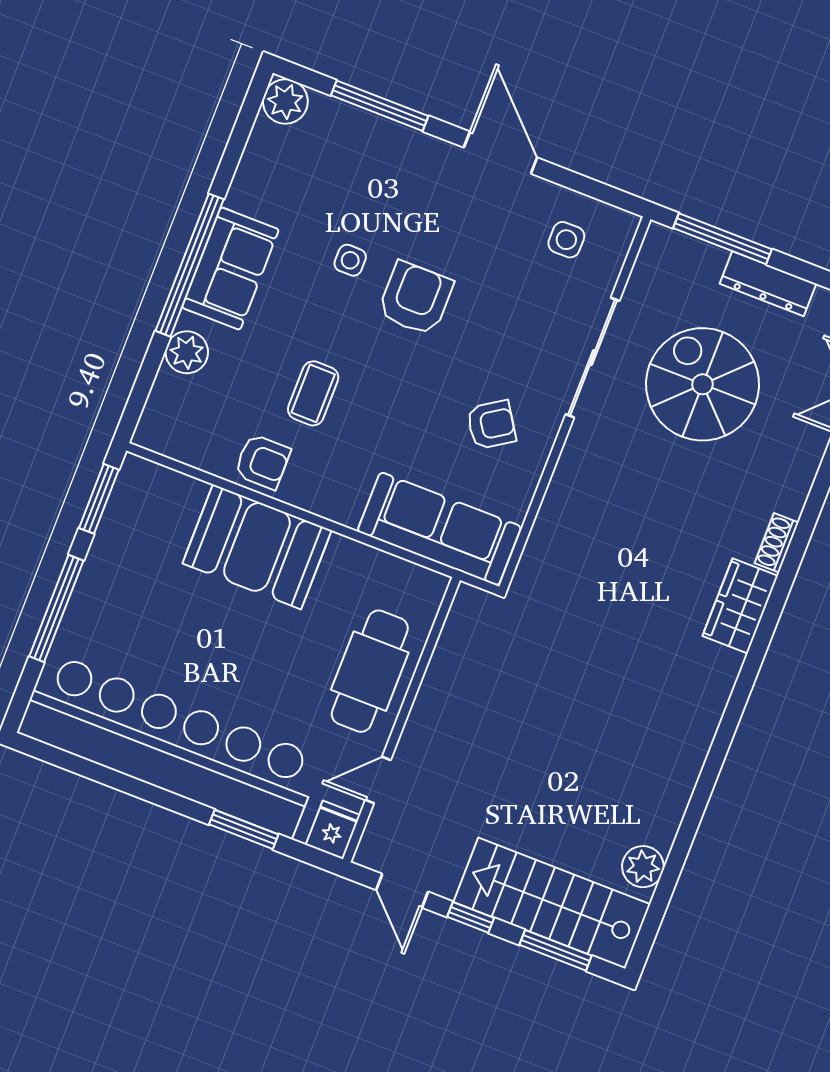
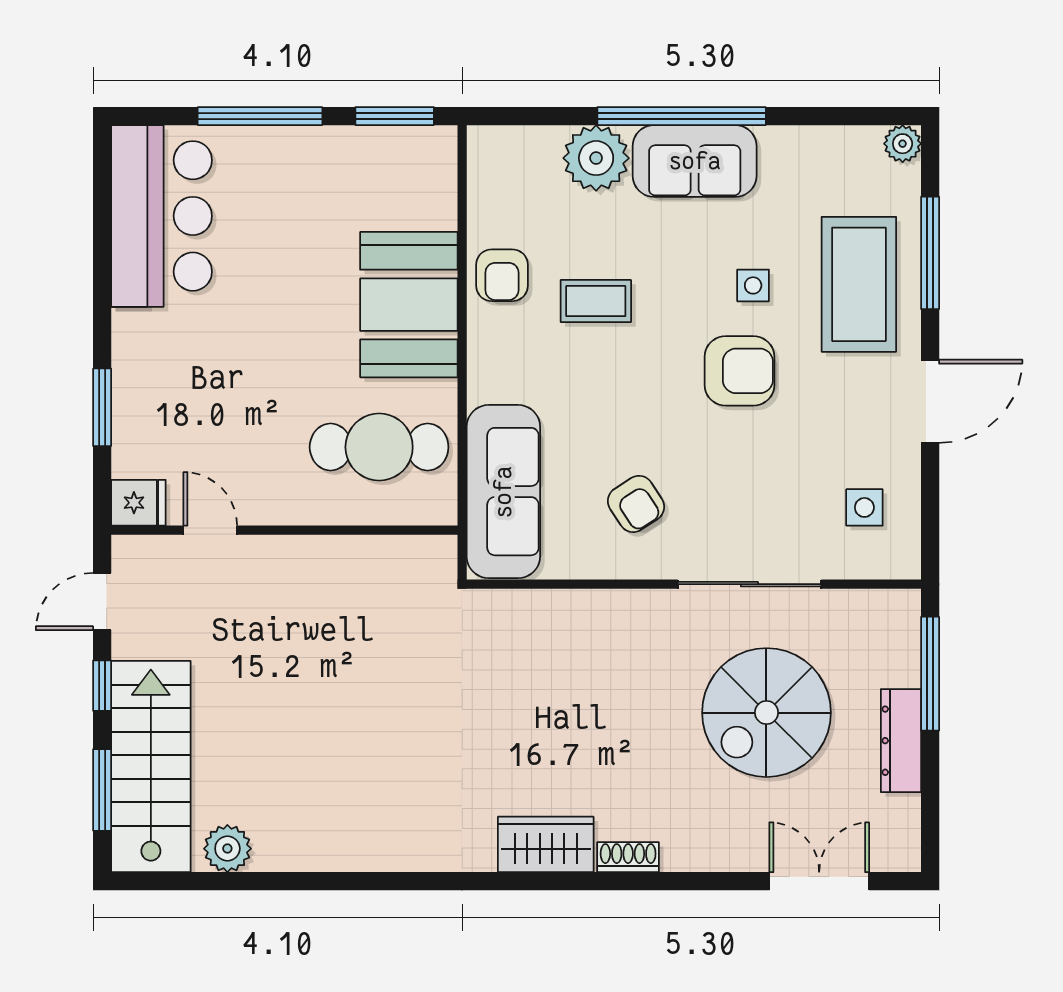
plant: (285, 101) -> (903, 144), width x0.73, depth x0.73
coffee table: (383, 174) -> (859, 284), added
plant: (187, 352) -> (596, 158), width x1.36, depth x1.36
spiral stairs: (703, 384) -> (766, 713), turned 180
cafe table: (370, 671) -> (379, 447), moved
bar counter: (170, 745) -> (161, 216), width x0.54

